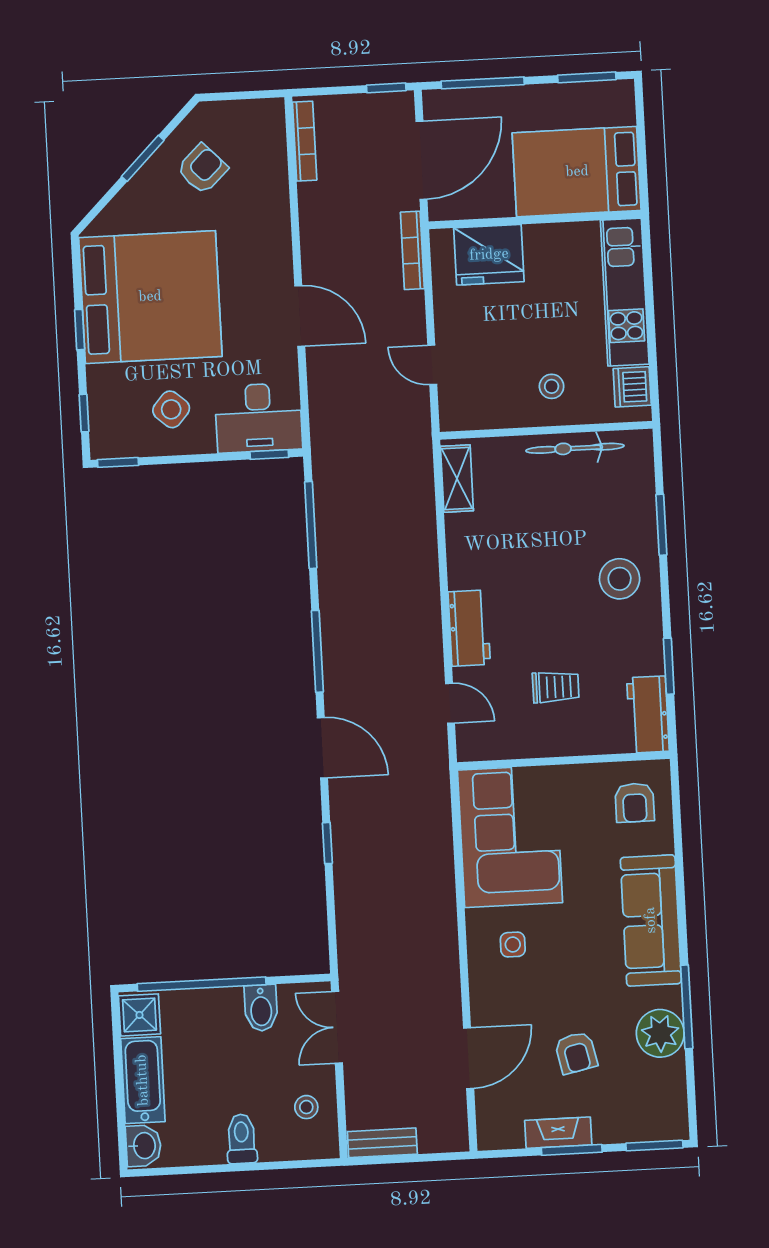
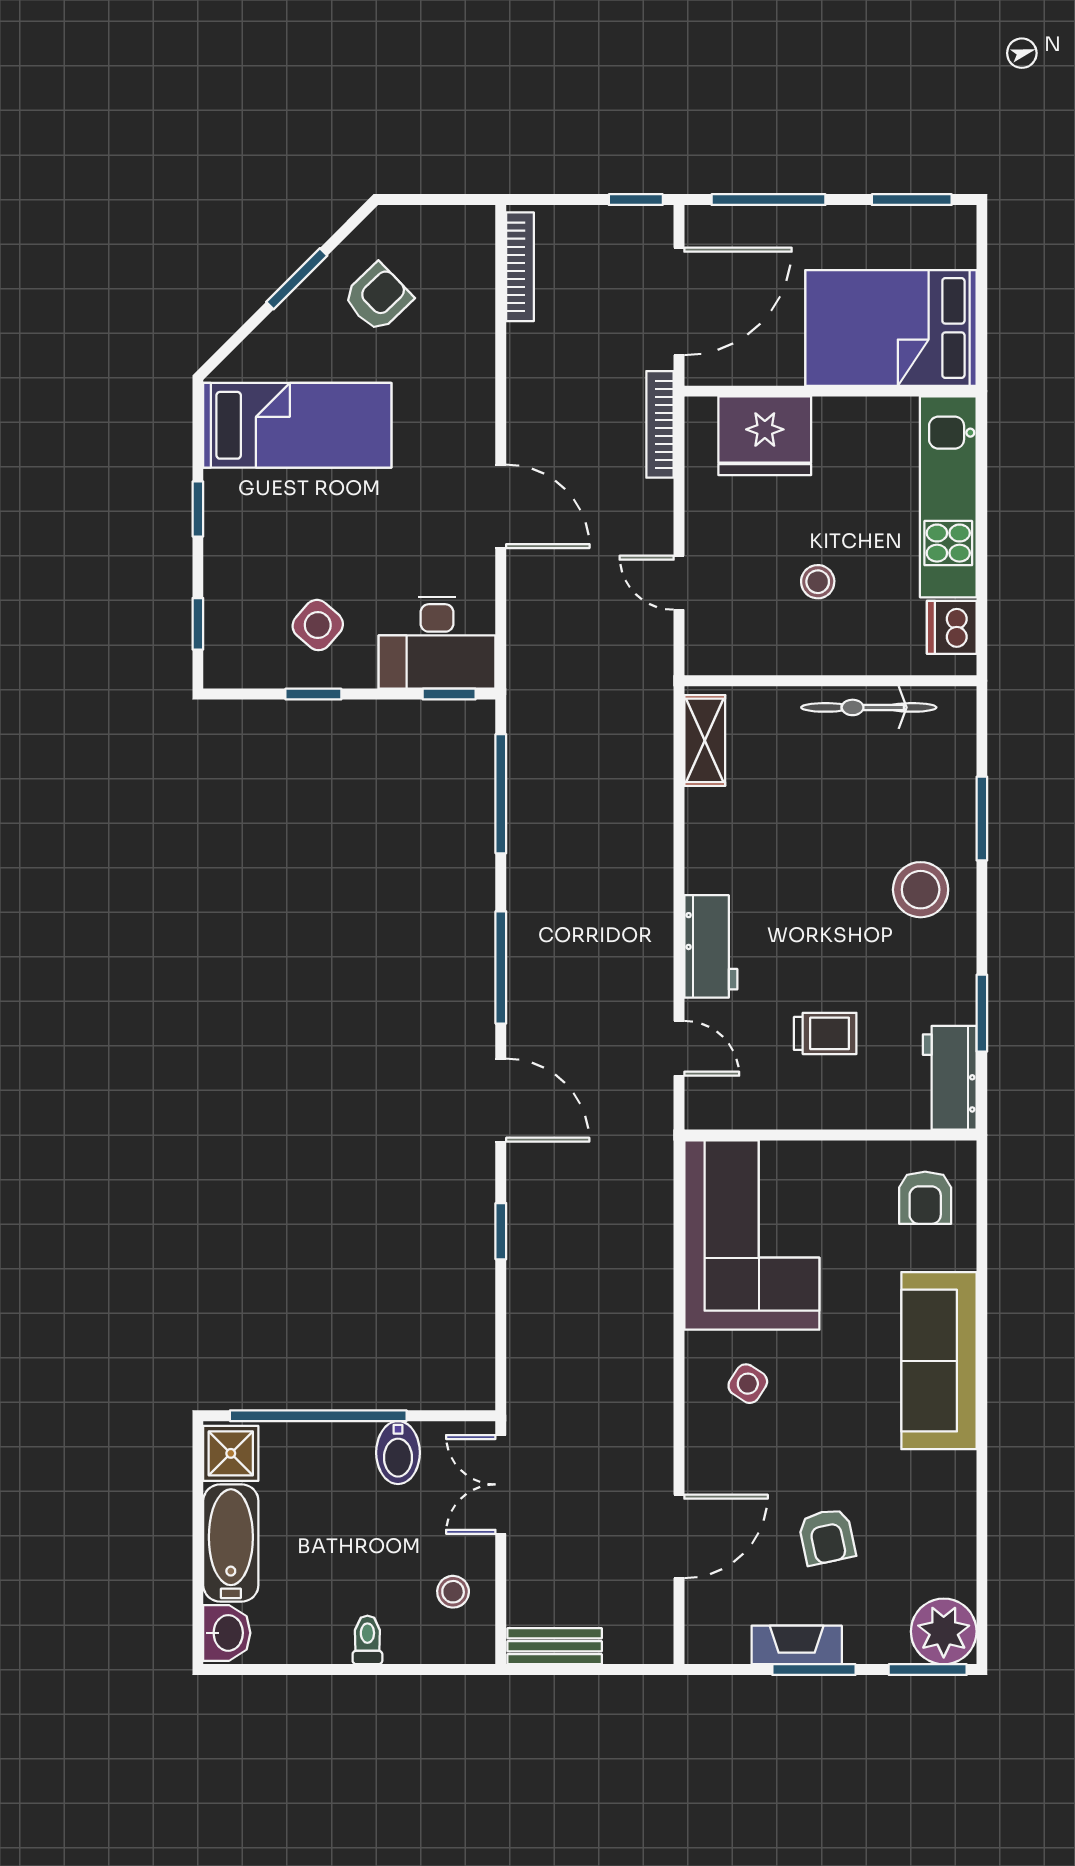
bed: (150, 297) -> (297, 425), width x0.49
stool: (552, 386) -> (818, 582), moved
window: (118, 462) -> (313, 694), moved
side table: (513, 945) -> (748, 1384), turned 33
window: (687, 1007) -> (982, 1482), removed
plant: (660, 1033) -> (944, 1631), moved
toilet: (242, 1139) -> (367, 1640), width x0.73, depth x0.72

